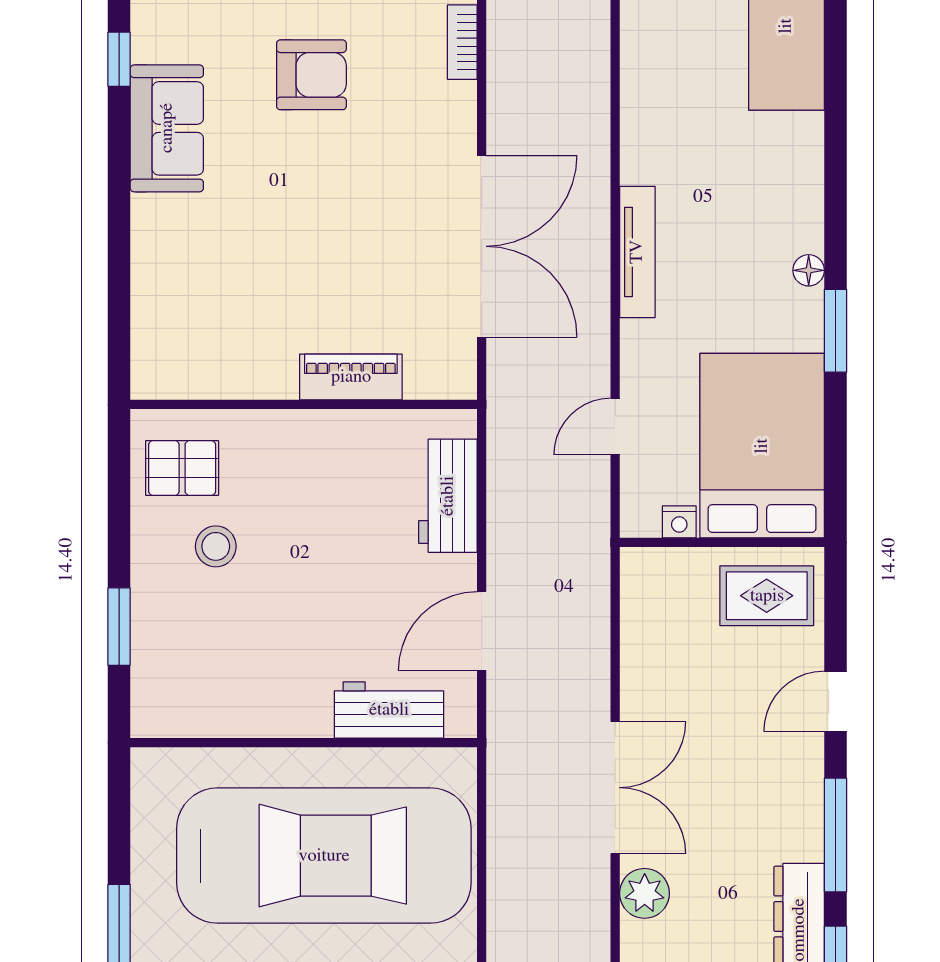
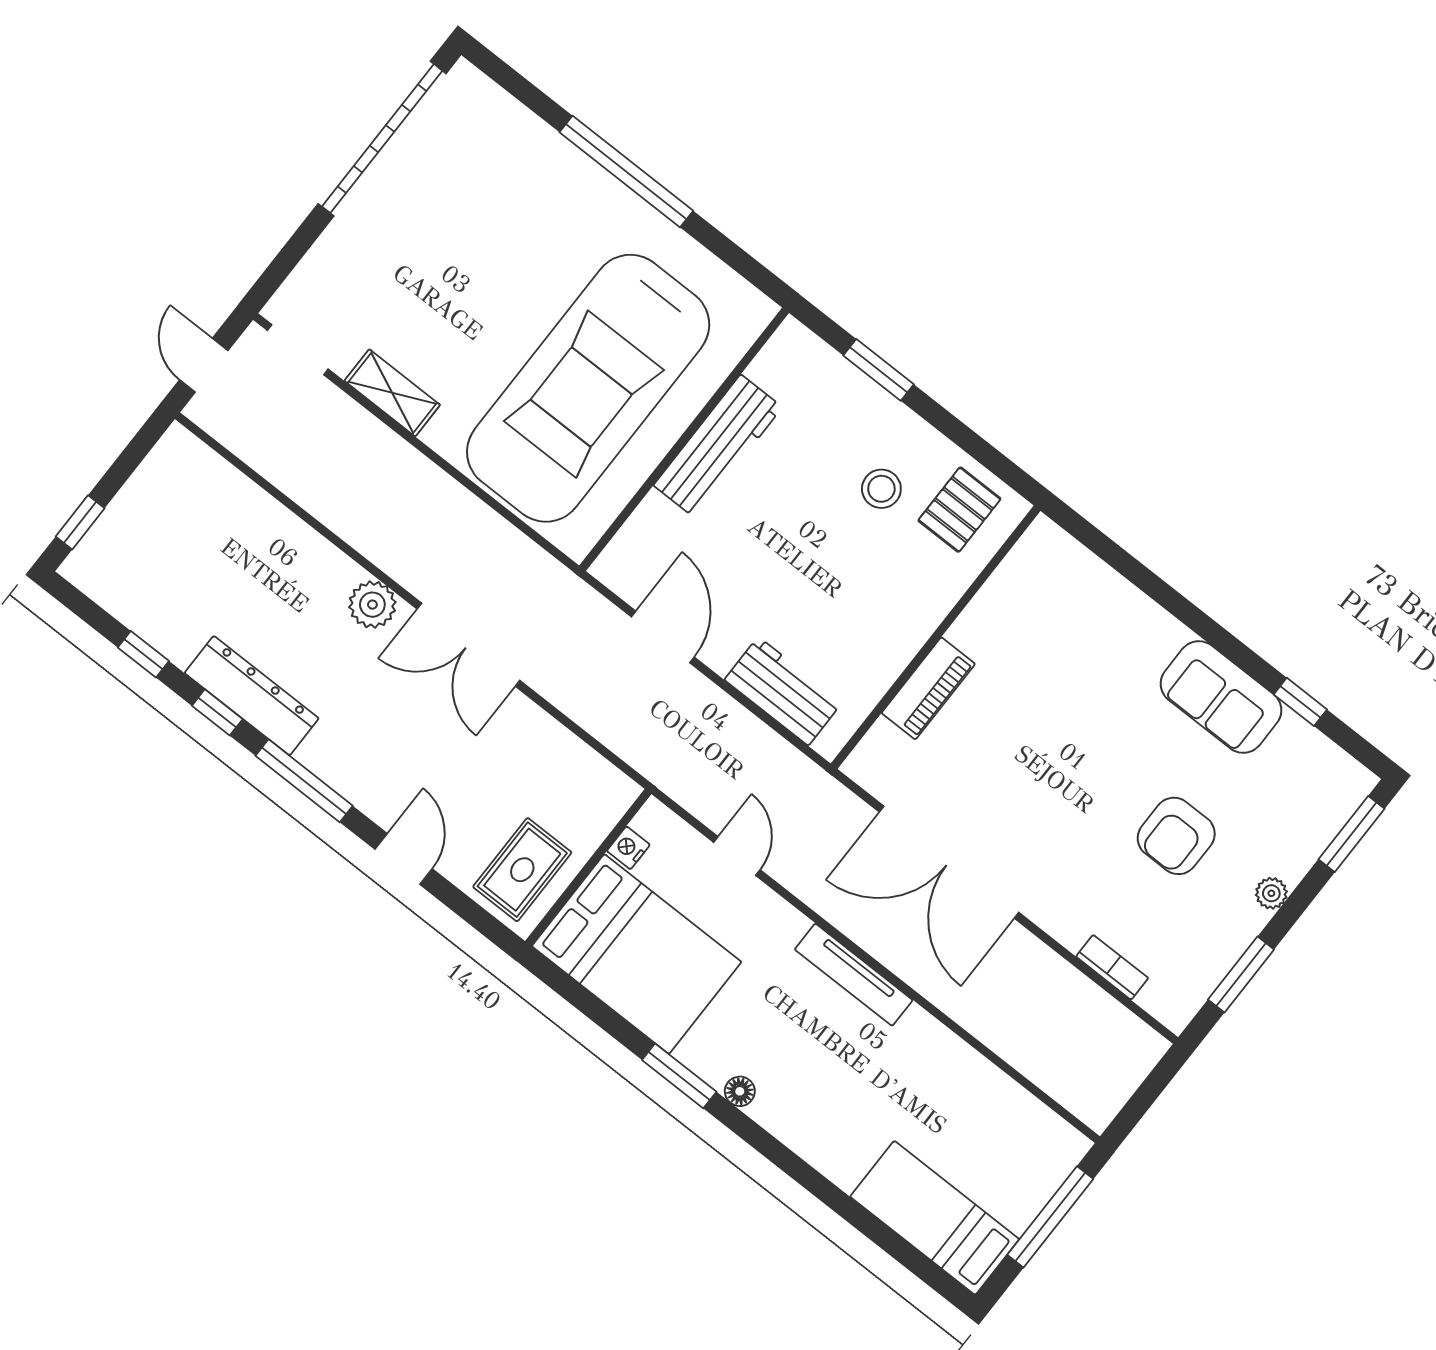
workbench: (389, 710) -> (718, 446), moved, width x1.38

